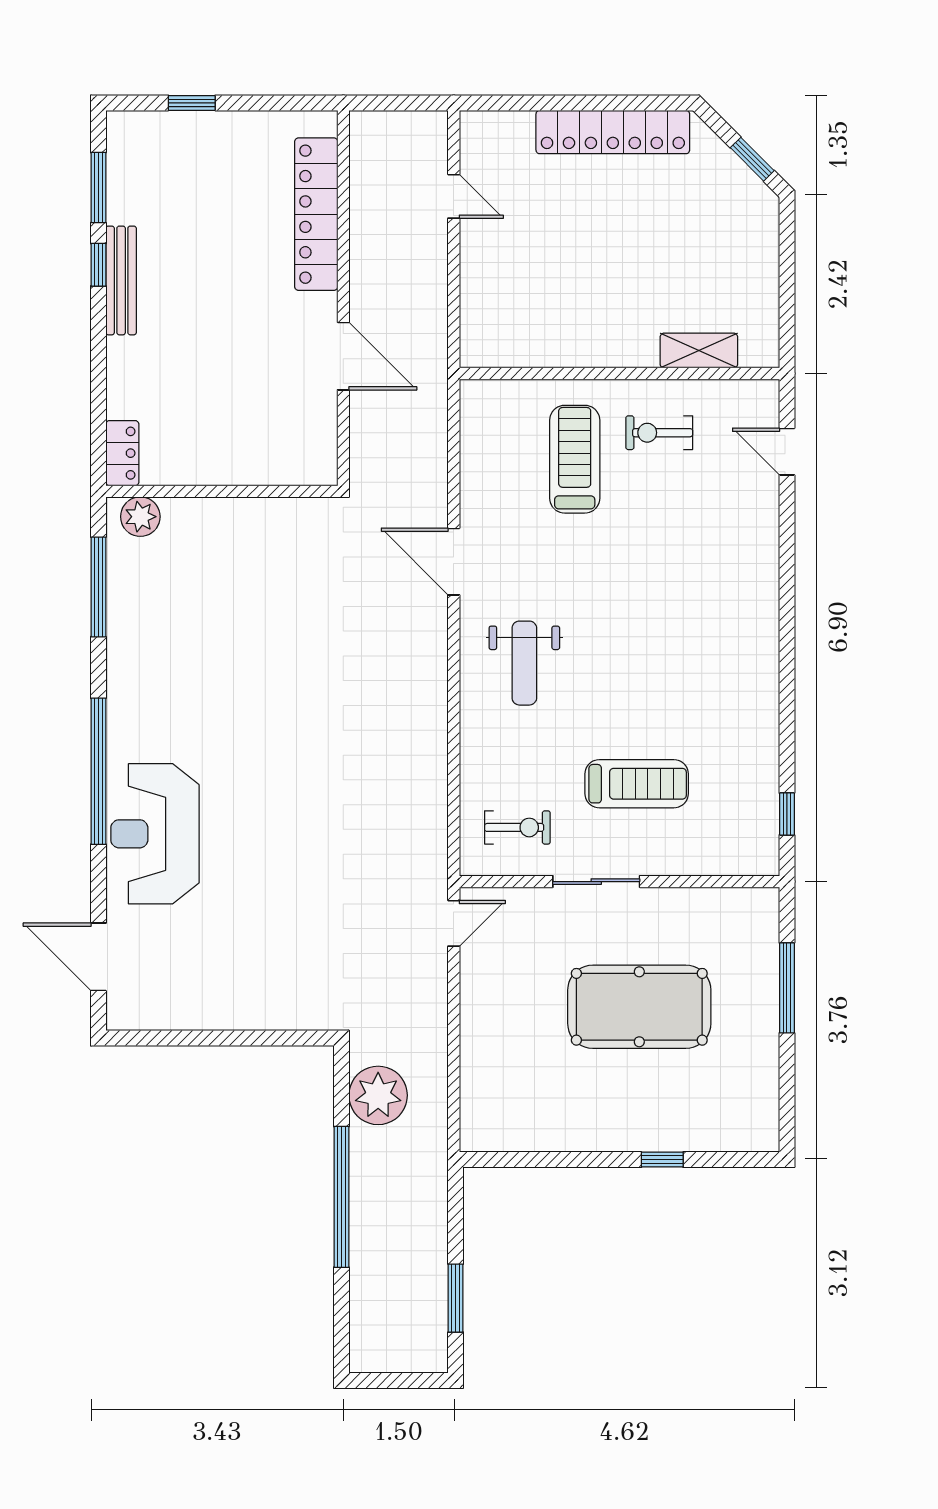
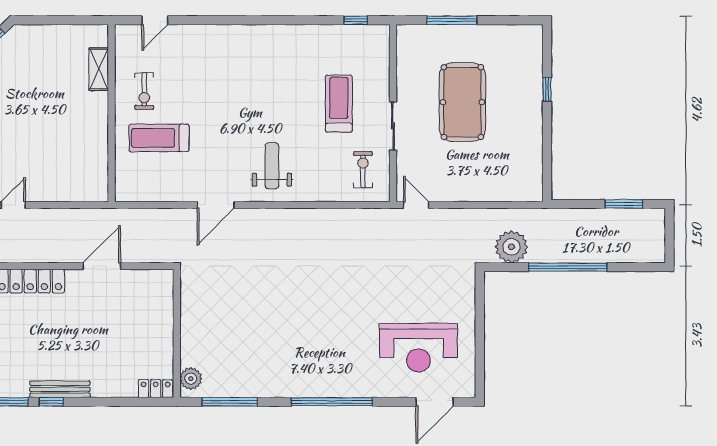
weight bench: (524, 663) -> (272, 166), turned -90
reception desk: (155, 834) -> (419, 348), moved

